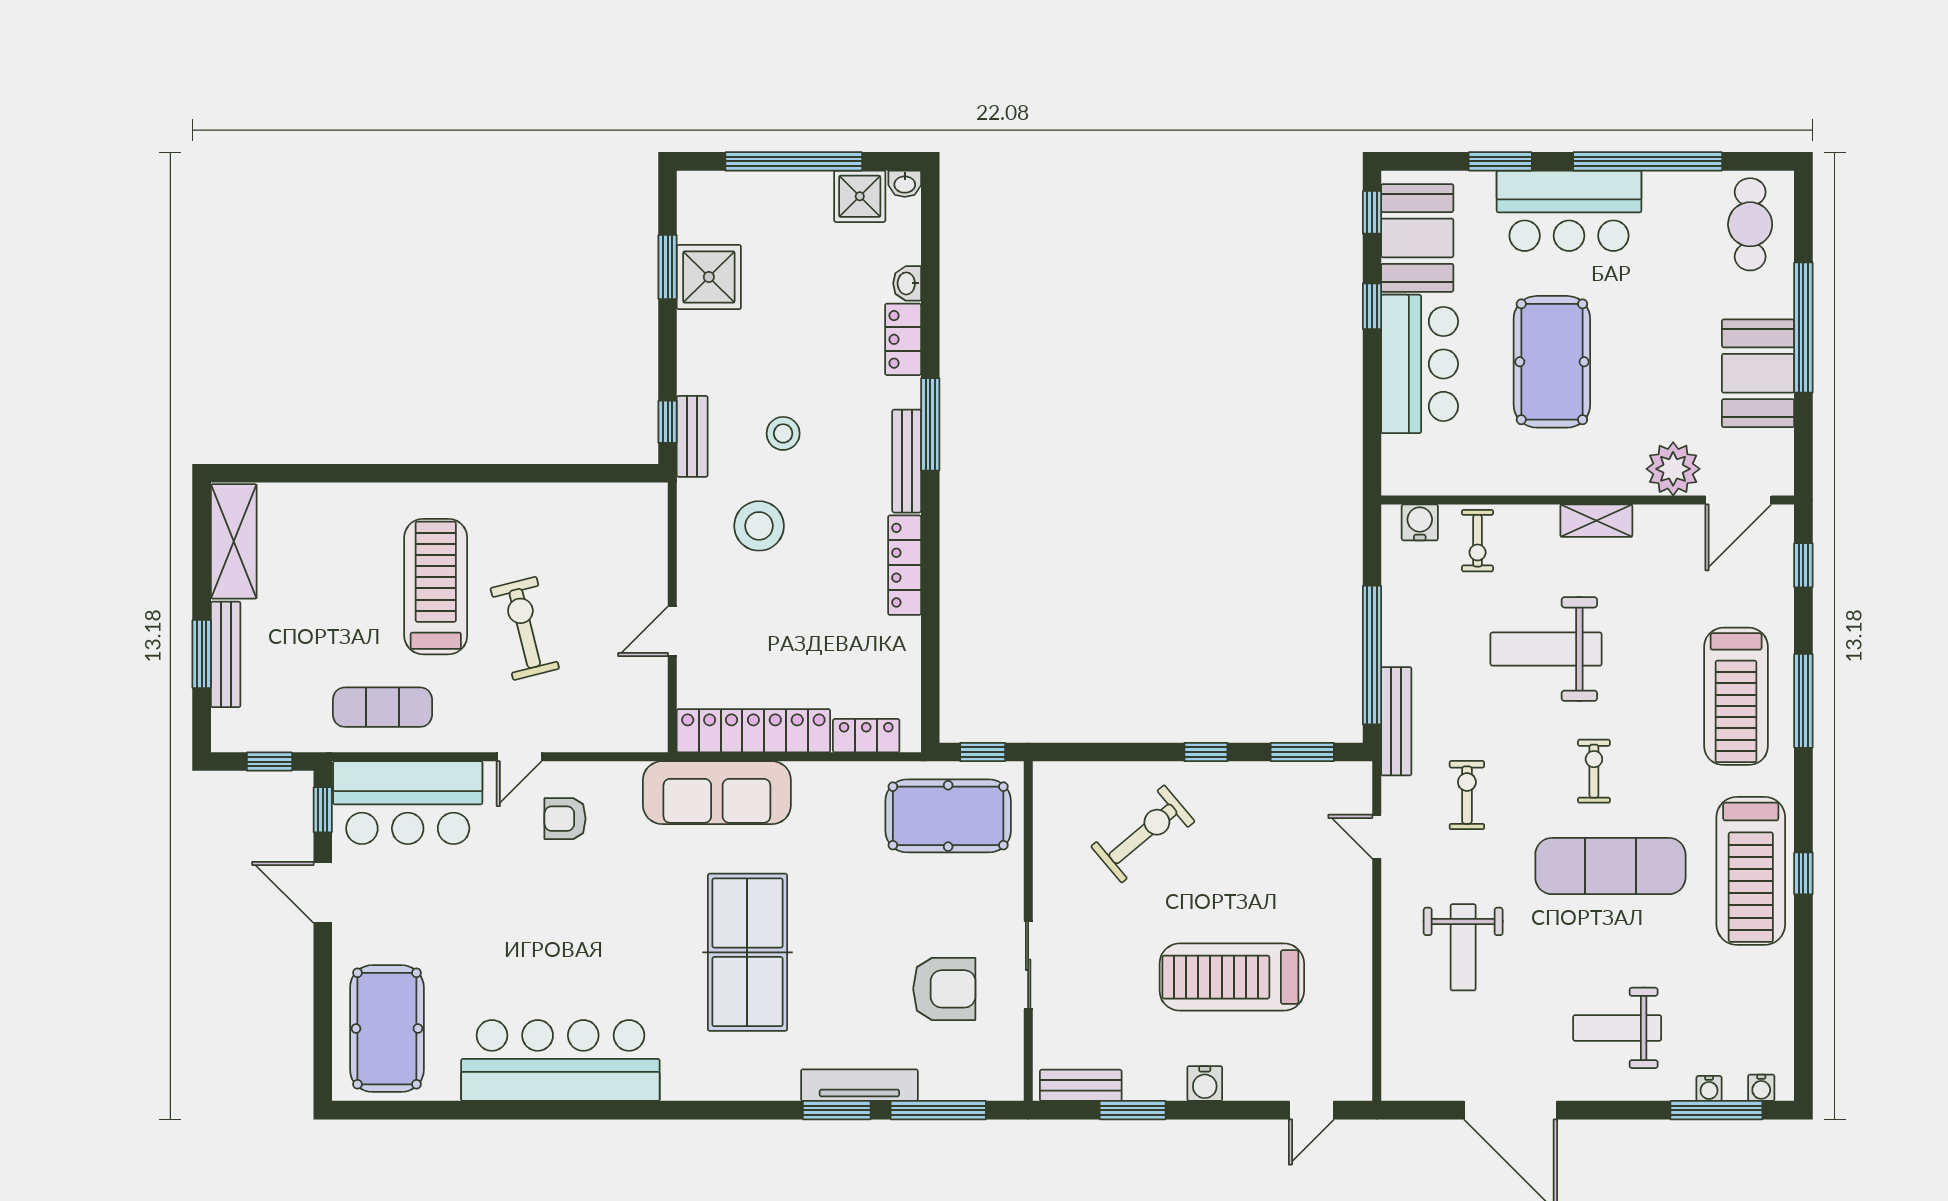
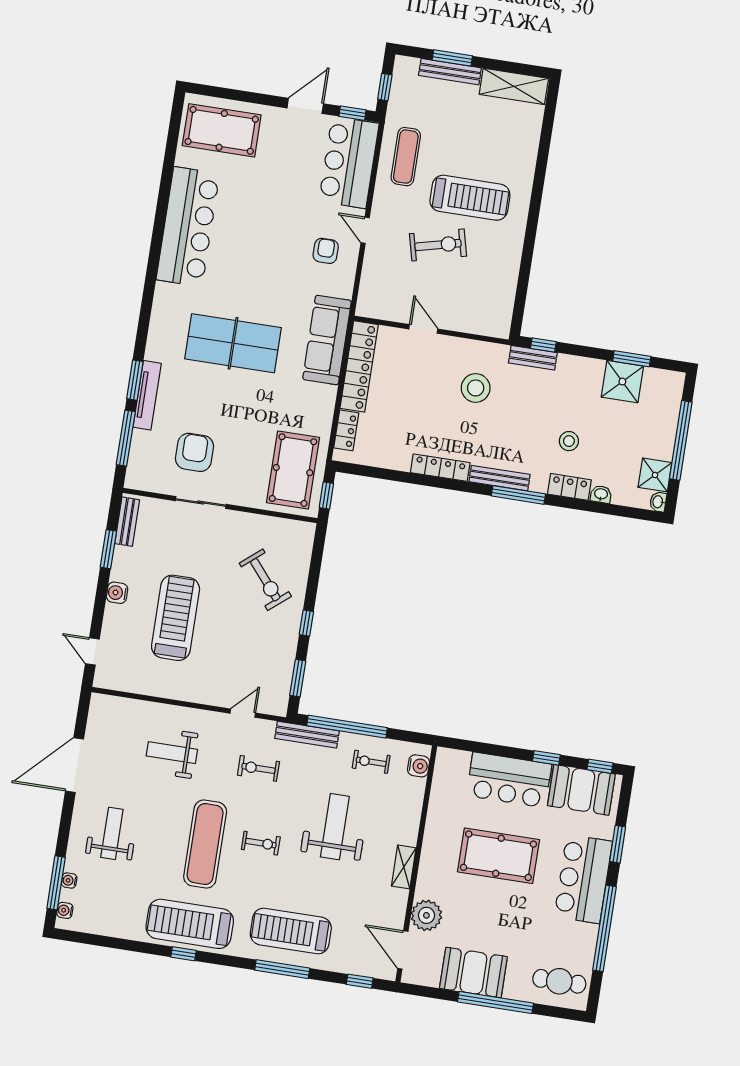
stool: (783, 433) -> (569, 441), moved
exercise bike: (1478, 541) -> (371, 762), moved
exercise bike: (1467, 795) -> (258, 768), turned 180
armchair: (944, 989) -> (194, 452), turned 180

